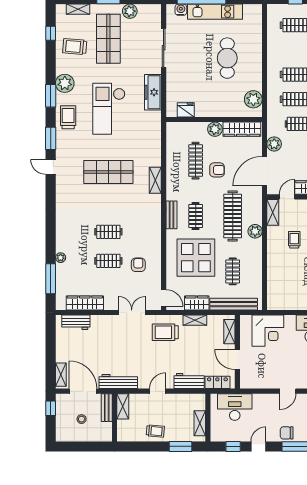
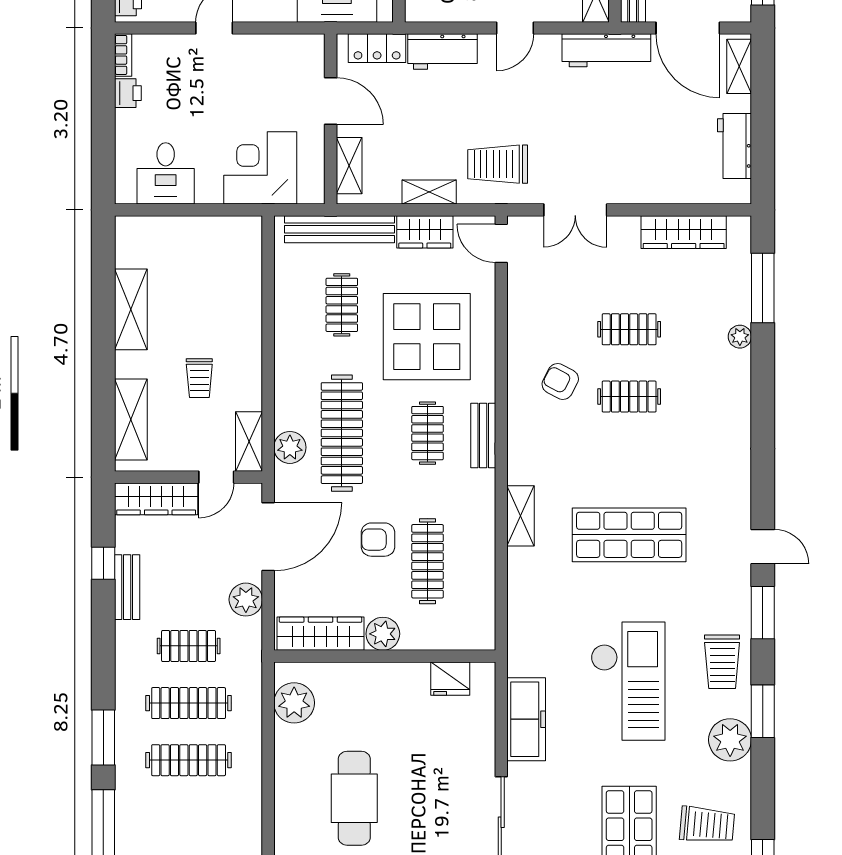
plant: (255, 231) -> (290, 447), moved
armchair: (138, 265) -> (560, 381), moved, turned 118
workbench: (76, 322) -> (735, 146), moved, turned -90
trolley: (165, 332) -> (498, 164), turned 180

